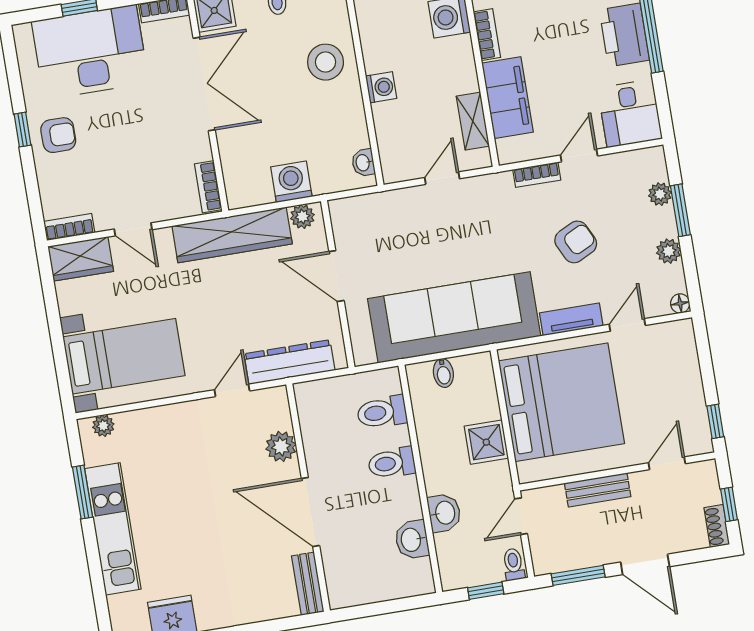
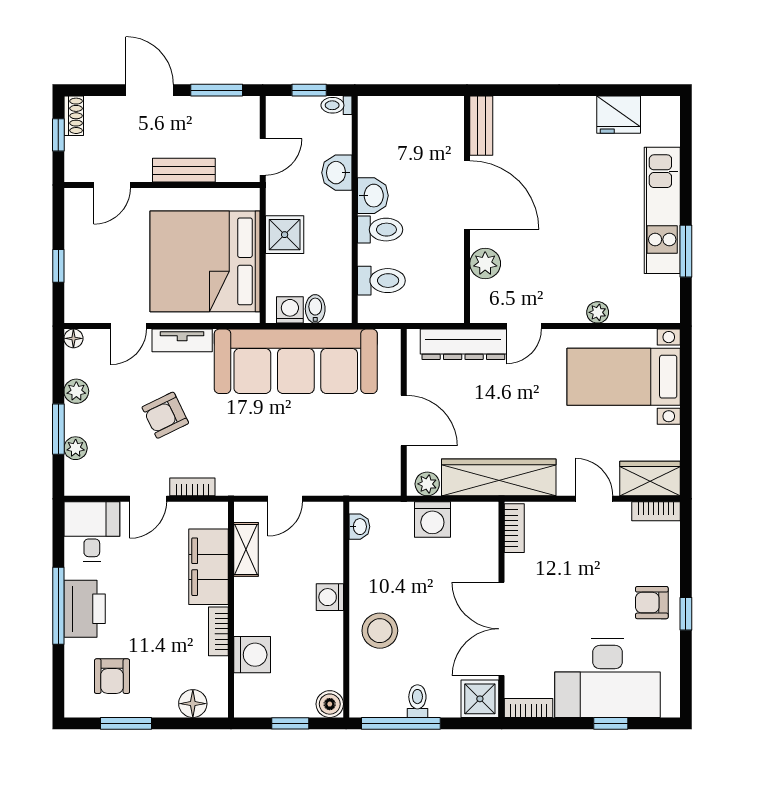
washing machine: (468, 368) -> (290, 310), added
window: (715, 421) -> (58, 266), moved
plant: (103, 426) -> (598, 312), moved
washbasin: (412, 540) -> (373, 196), moved
toilet: (514, 564) -> (336, 105), moved, turned 90

